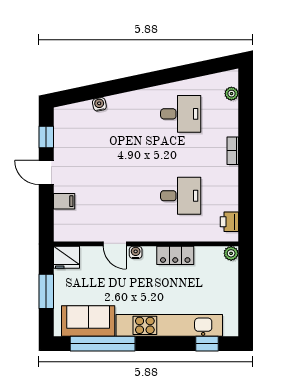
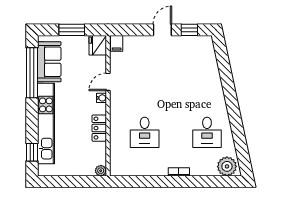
plant: (231, 94) -> (227, 166), width x1.87, depth x1.87
water cooler: (99, 104) -> (214, 70), removed
filing cabinet: (64, 201) -> (117, 43), moved
printer: (229, 222) -> (125, 169), removed

